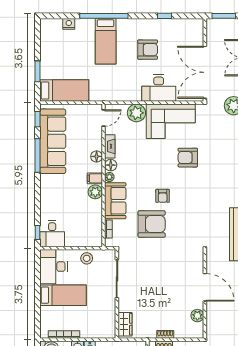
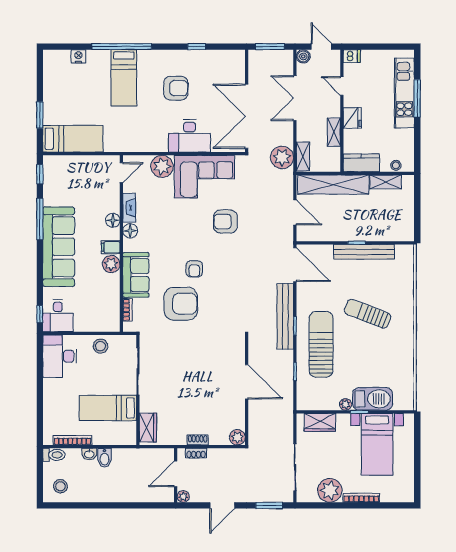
sofa: (53, 141) -> (59, 247), moved
plant: (109, 177) -> (129, 246), removed
bed: (63, 295) -> (108, 408), moved, turned 180
plant: (197, 316) -> (237, 437), moved

